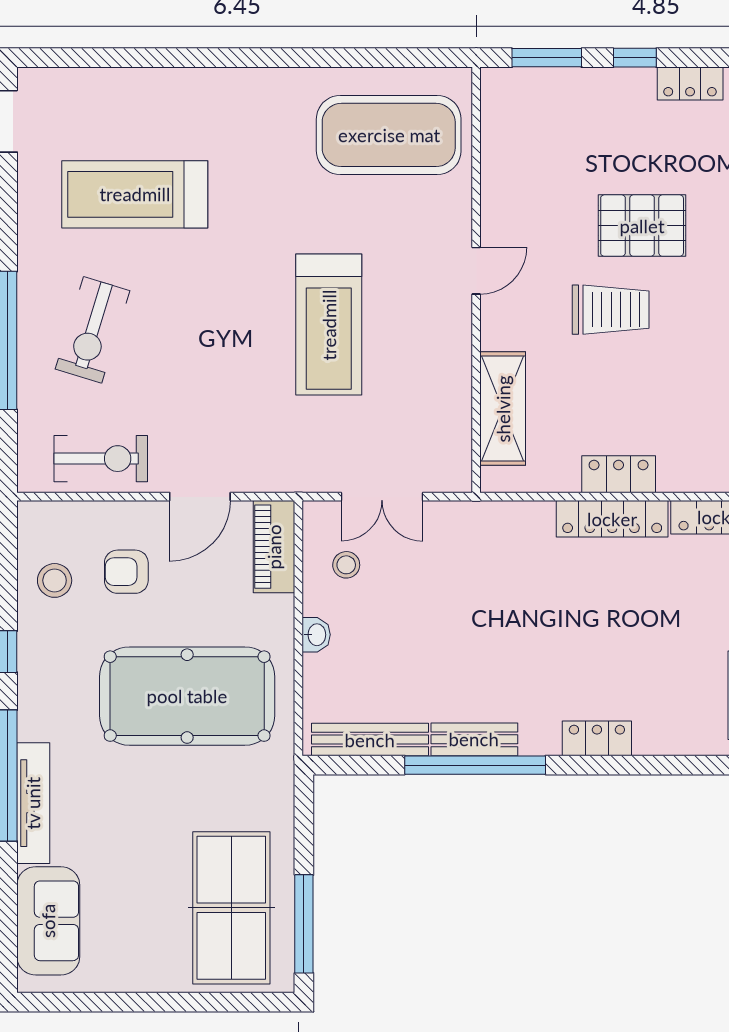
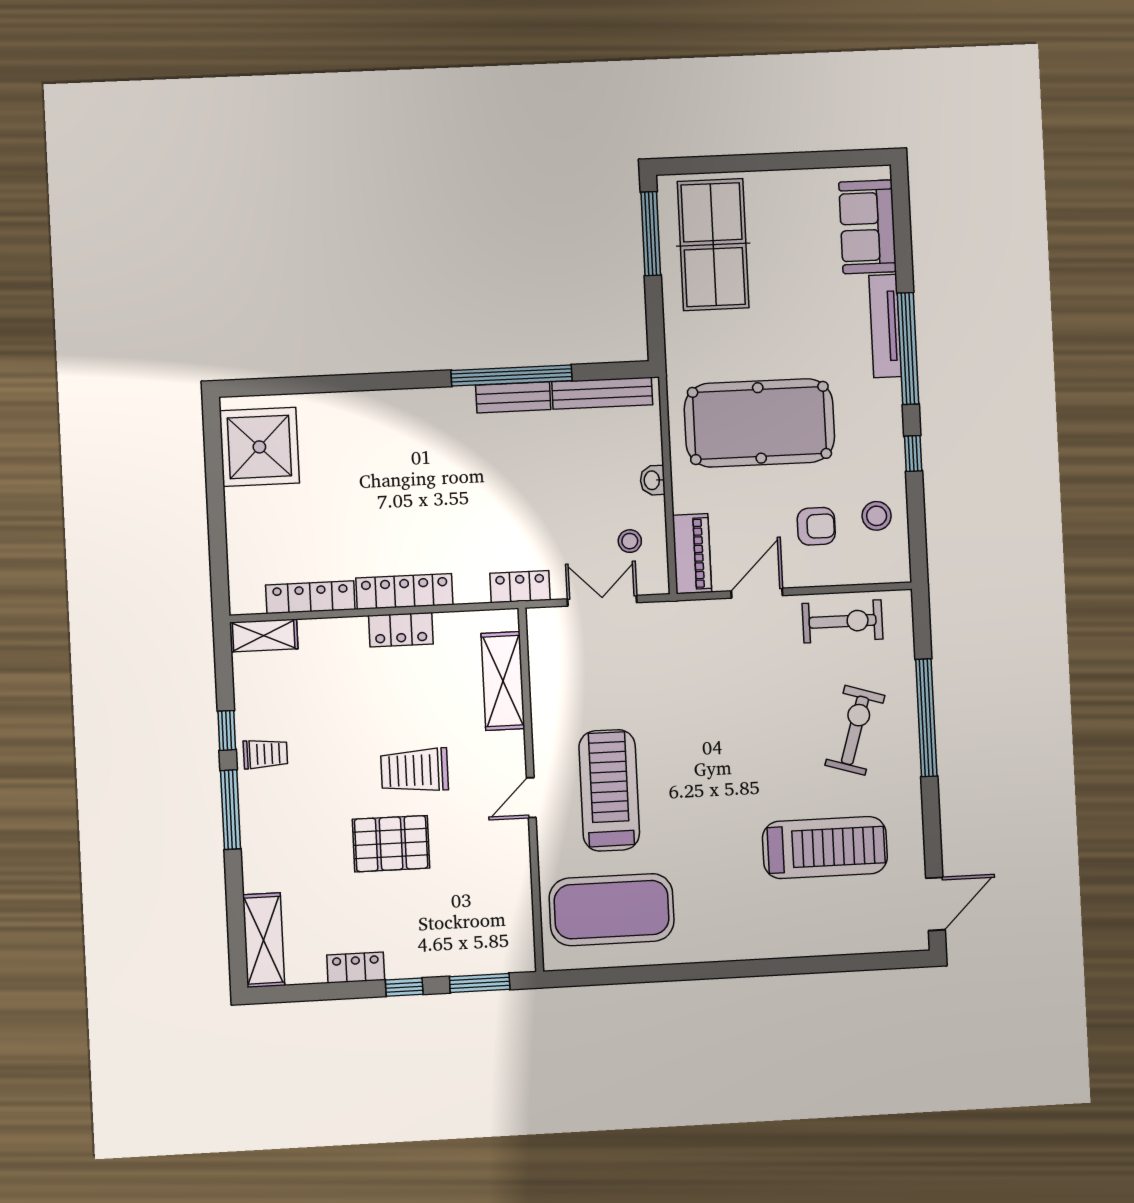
treadmill: (329, 325) -> (609, 790), moved
exercise bike: (101, 459) -> (843, 621), turned 180
locker: (597, 738) -> (520, 587), moved, turned 180

